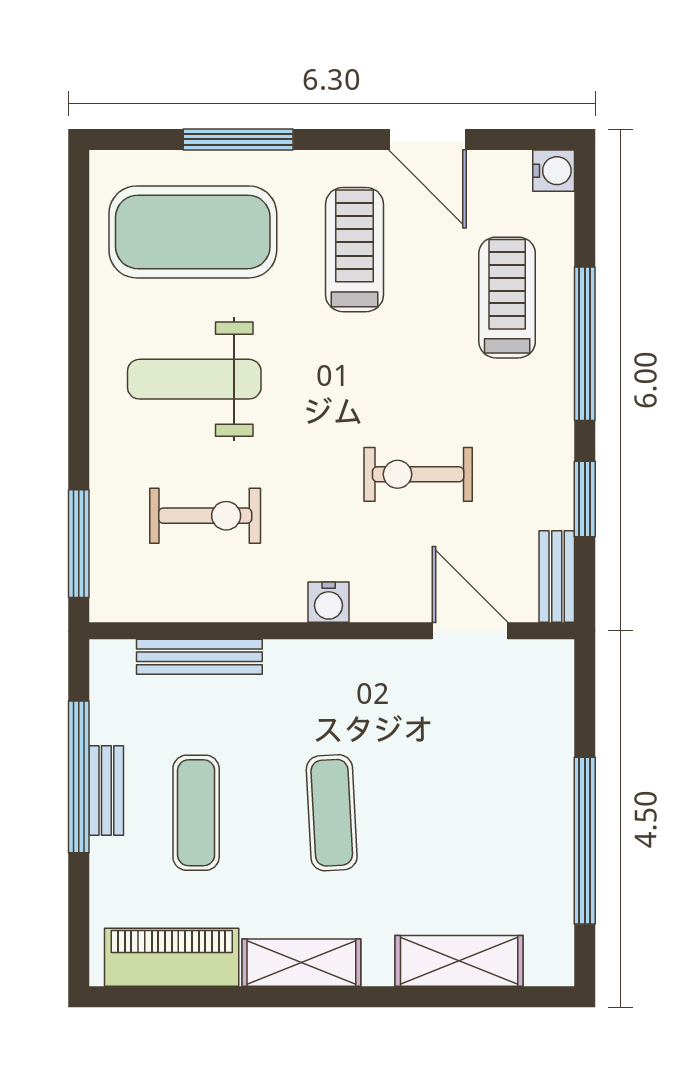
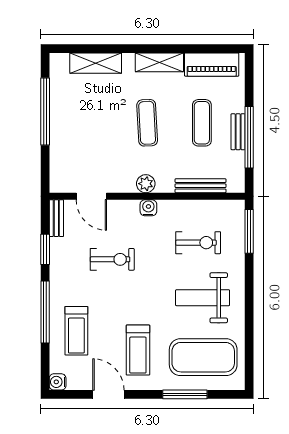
weight bench: (194, 379) -> (203, 298), turned 180
exercise bike: (205, 516) -> (198, 243), turned 180
plant: (335, 662) -> (146, 184), added

